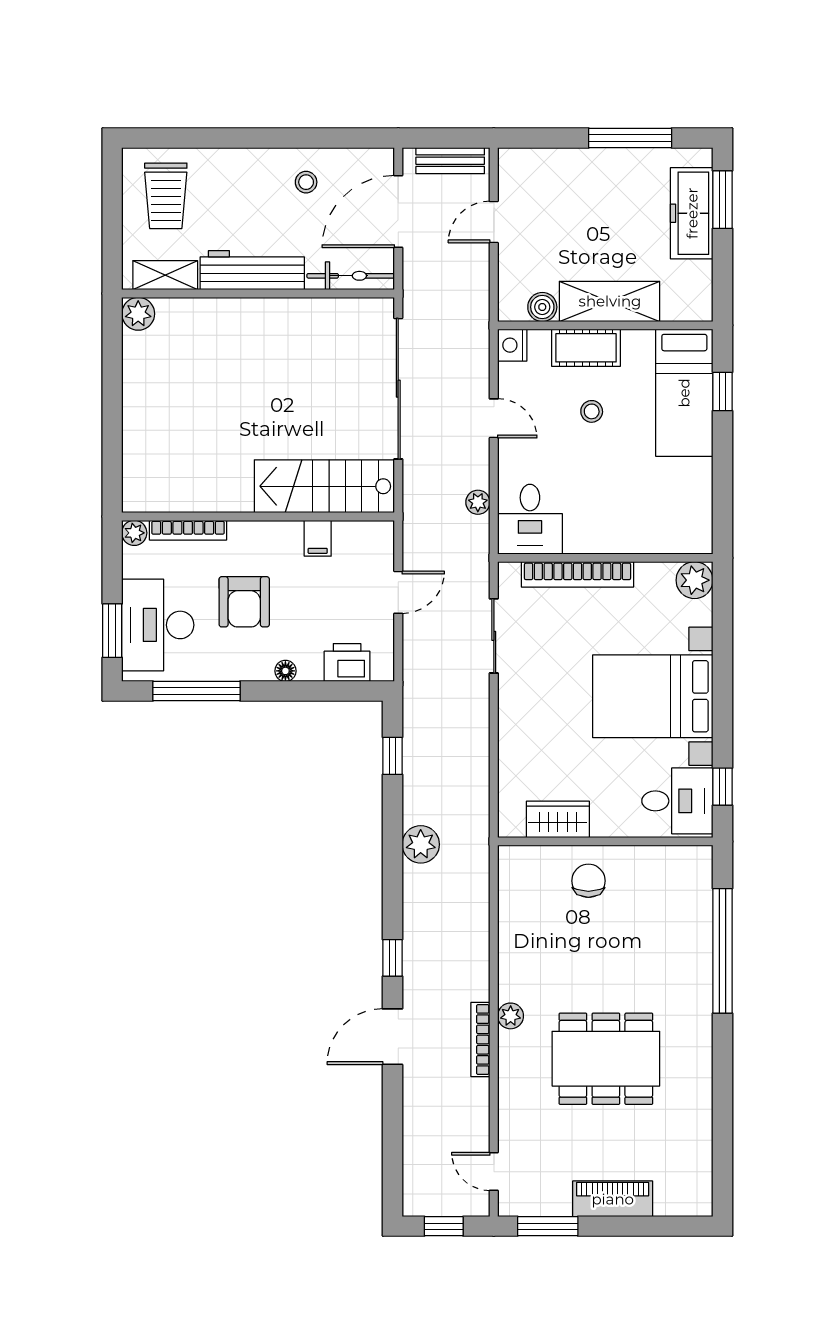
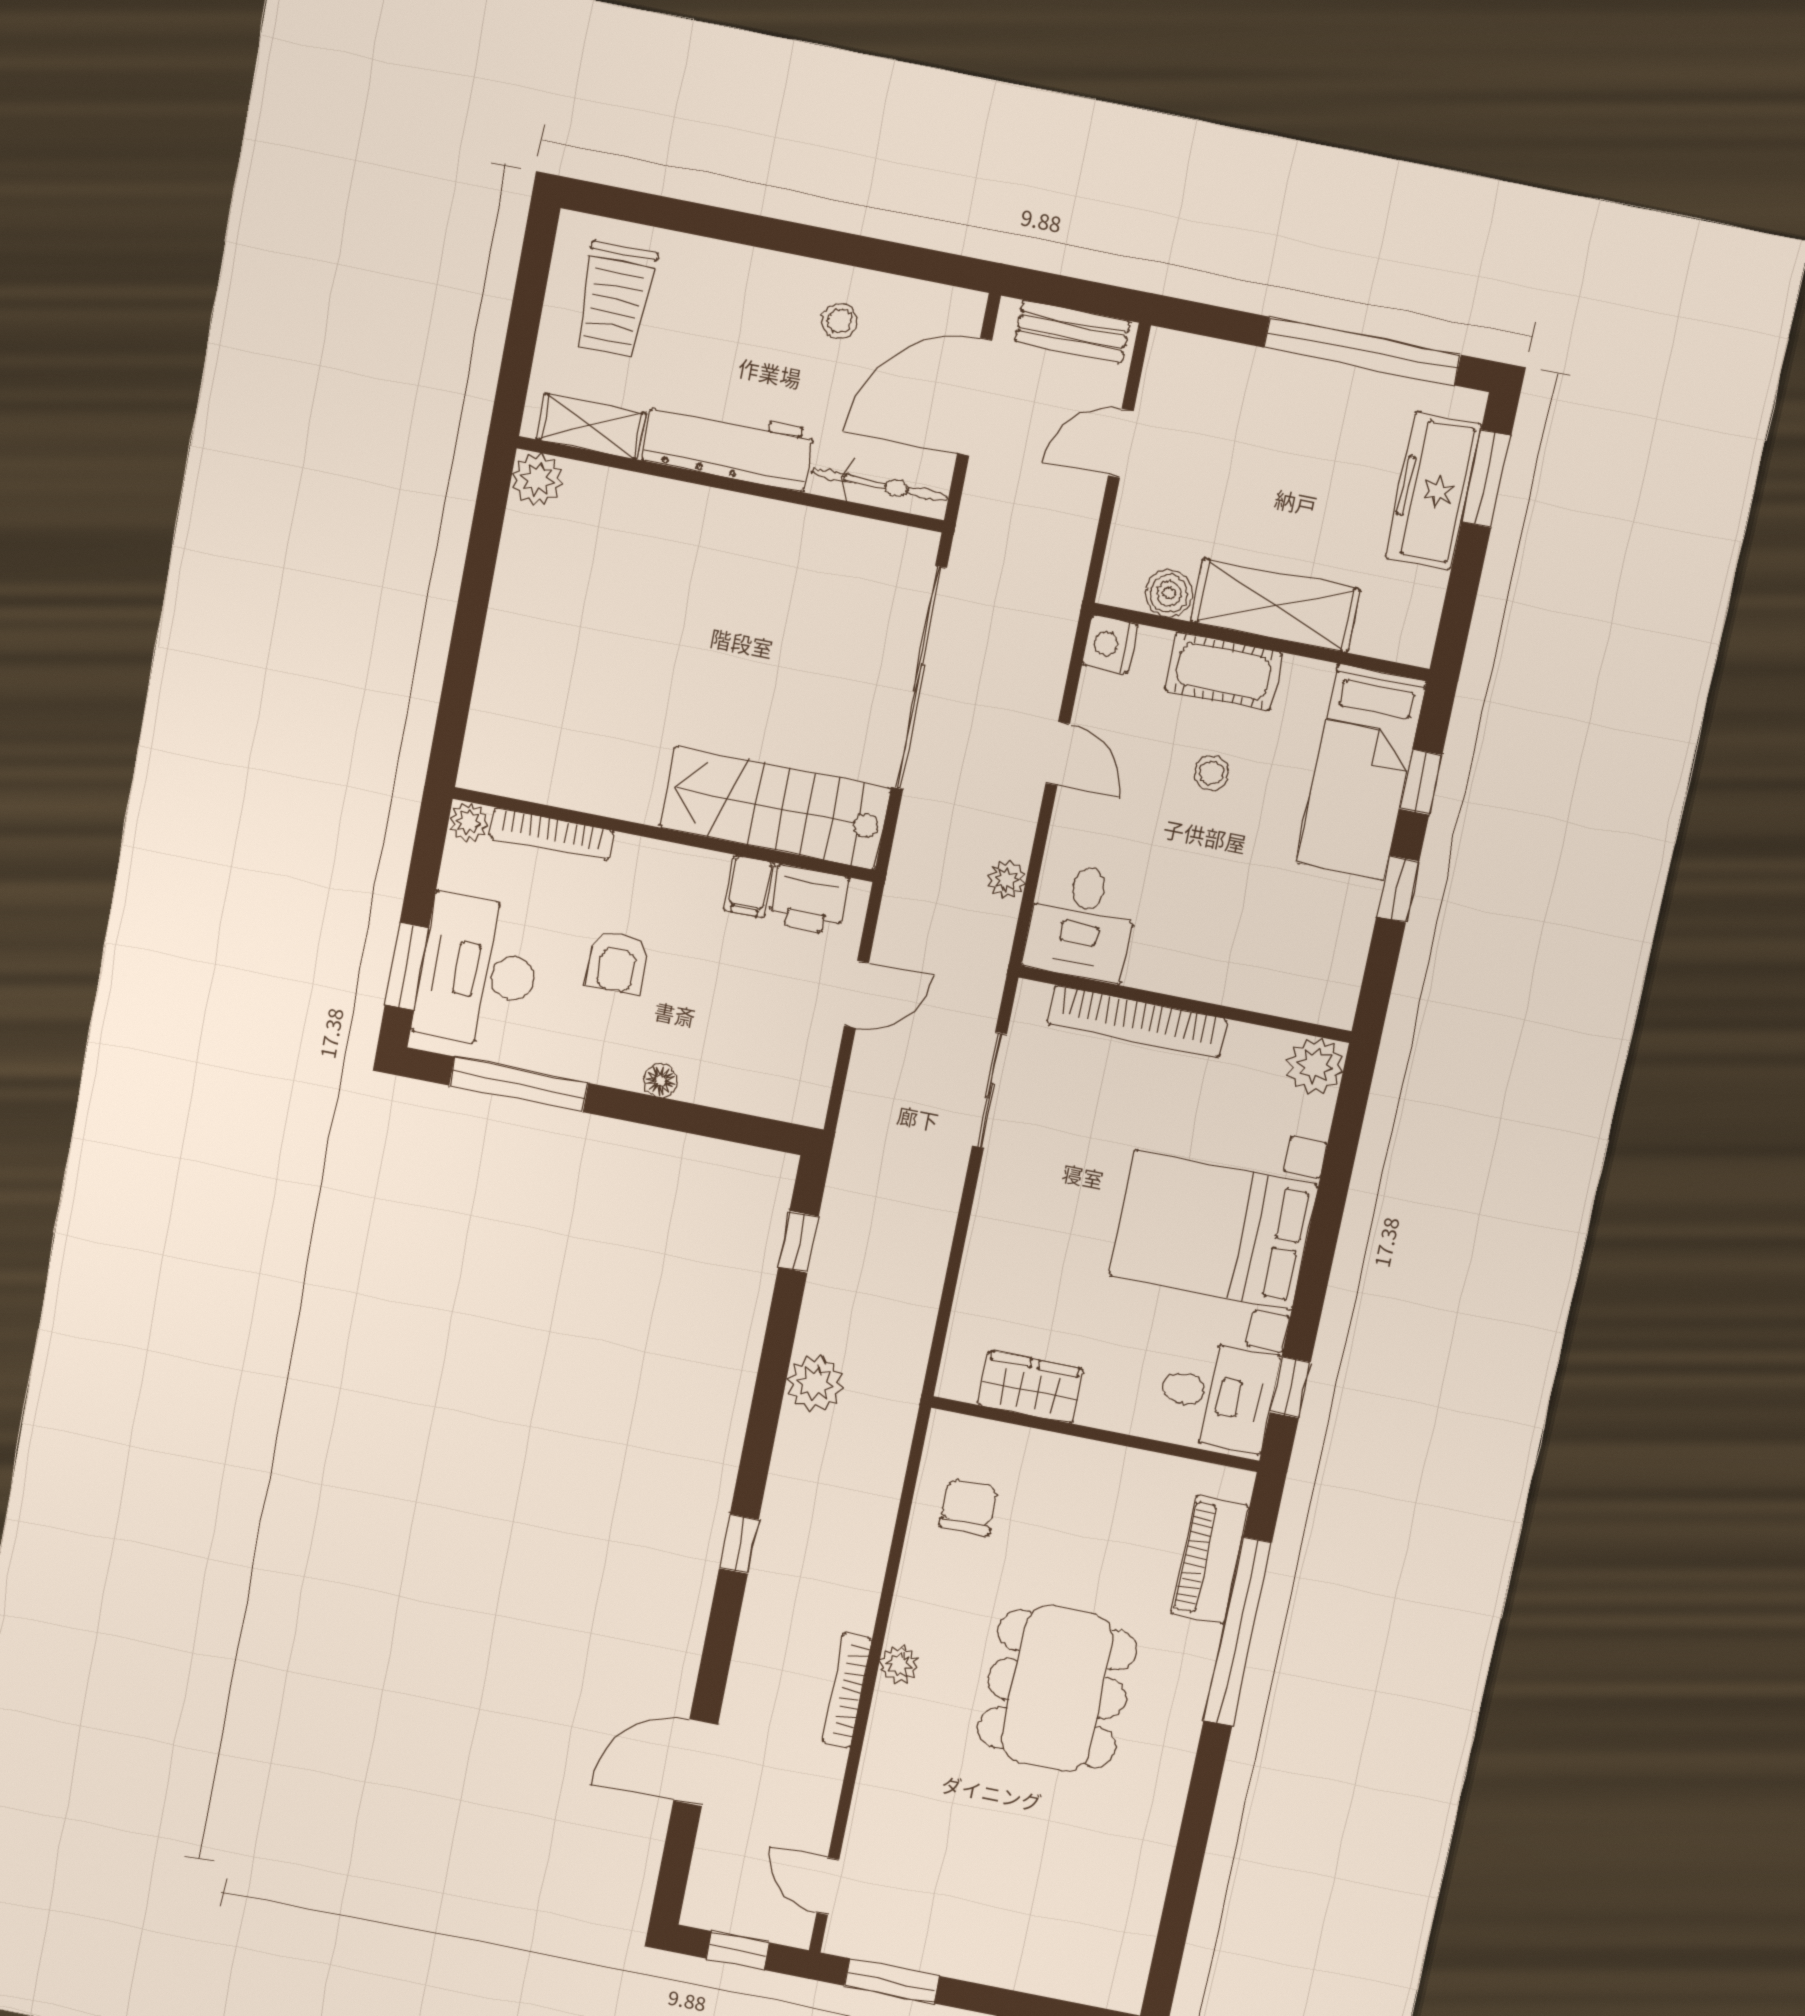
window: (630, 138) -> (1362, 351), width x1.46
window: (722, 460) -> (1398, 889), added
armchair: (244, 602) -> (617, 962), width x0.72, depth x0.72
printer: (347, 663) -> (809, 900), moved, turned 180
chair: (588, 881) -> (968, 1507), moved
door: (392, 1037) -> (696, 1763), moved
dining table: (606, 1059) -> (1057, 1689), moved, turned 90
piano: (613, 1199) -> (1210, 1560), moved, turned -90

